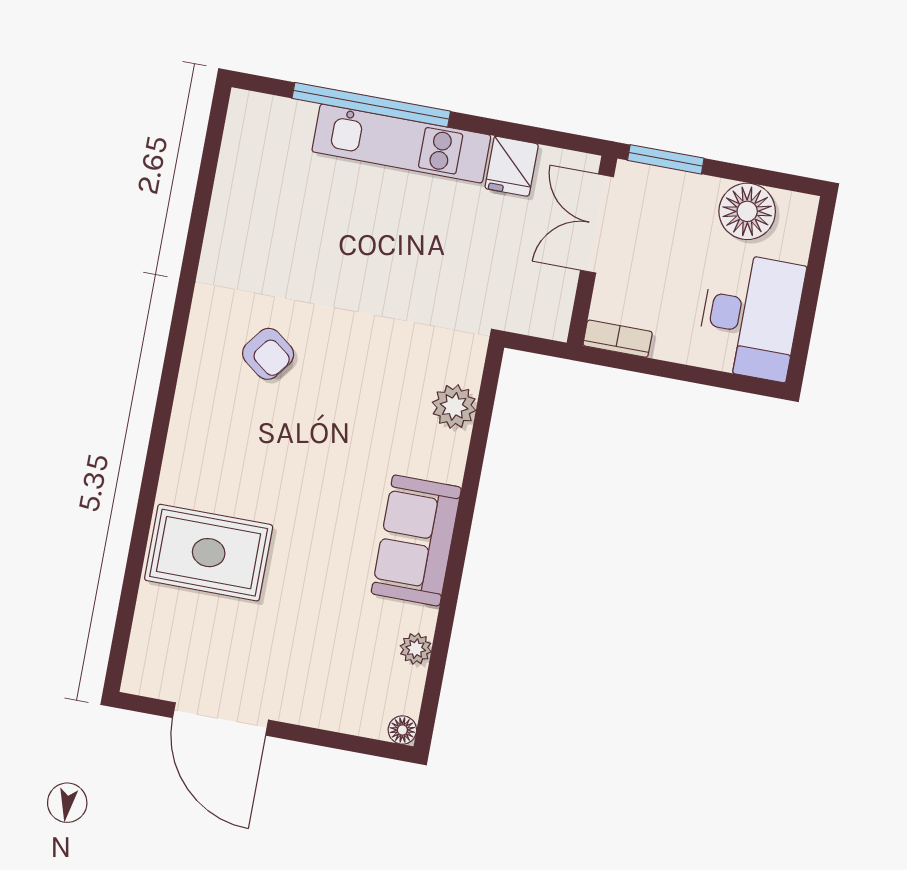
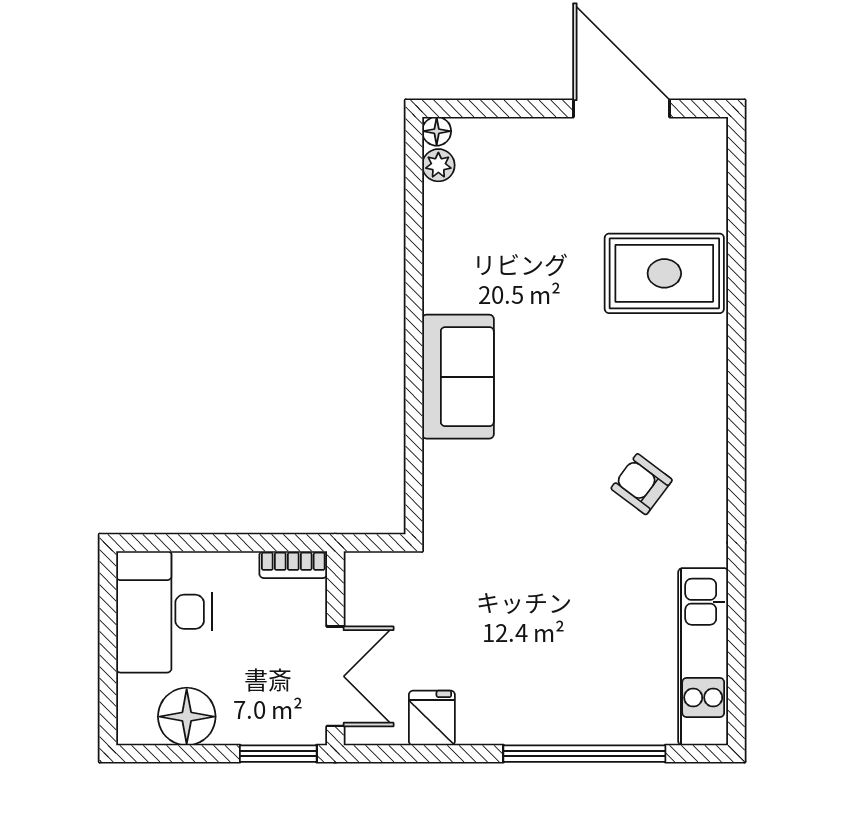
kitchen unit: (401, 143) -> (703, 657), moved, turned -90
plant: (454, 406) -> (445, 466), removed
sofa: (416, 540) -> (458, 377), moved
plant: (416, 649) -> (438, 165), moved

